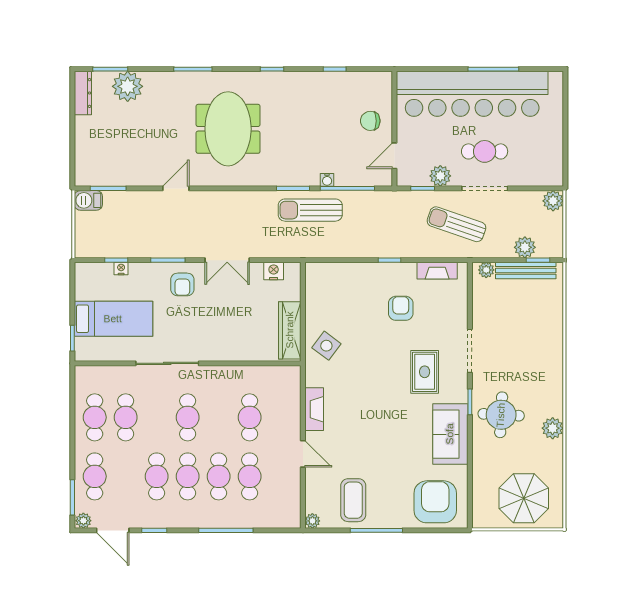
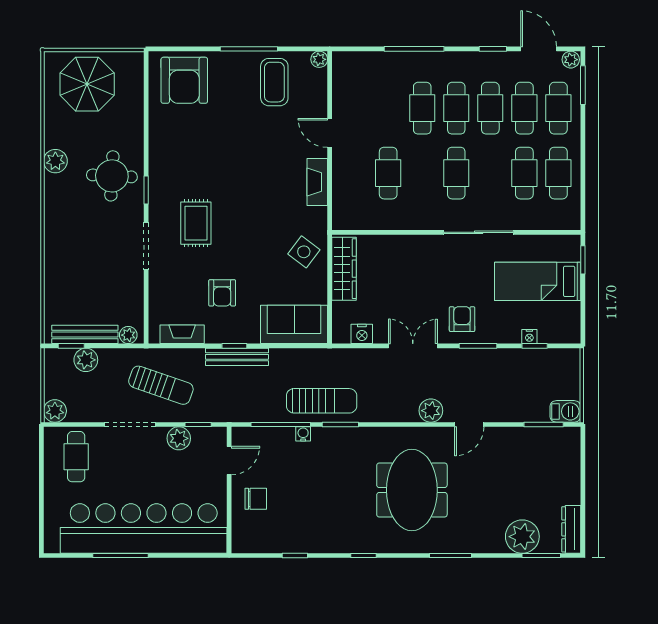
cafe table: (485, 151) -> (76, 457), moved, turned 90
plant: (211, 201) -> (431, 411), added
bench: (387, 250) -> (237, 357), added
sofa: (450, 434) -> (294, 324), moved, turned -90
cafe table: (250, 476) -> (524, 108), moved

